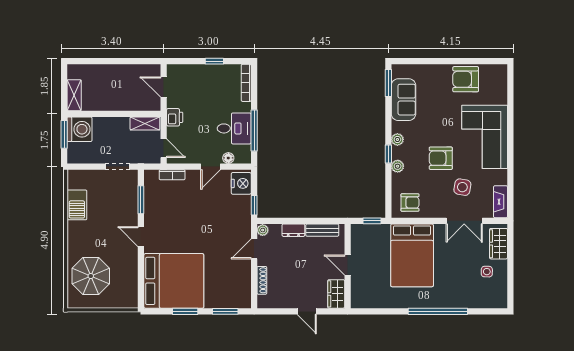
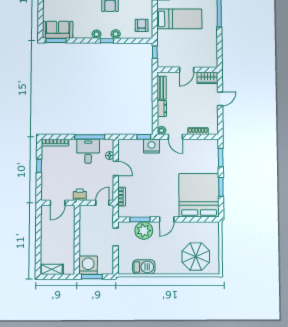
shelving: (74, 95) -> (52, 269), moved
sofa: (403, 100) -> (58, 30), moved
shelving: (145, 123) -> (84, 217), removed
nightstand: (241, 183) -> (152, 146), moved
plant: (126, 205) -> (144, 231), added
bed: (412, 255) -> (179, 19), width x0.67

